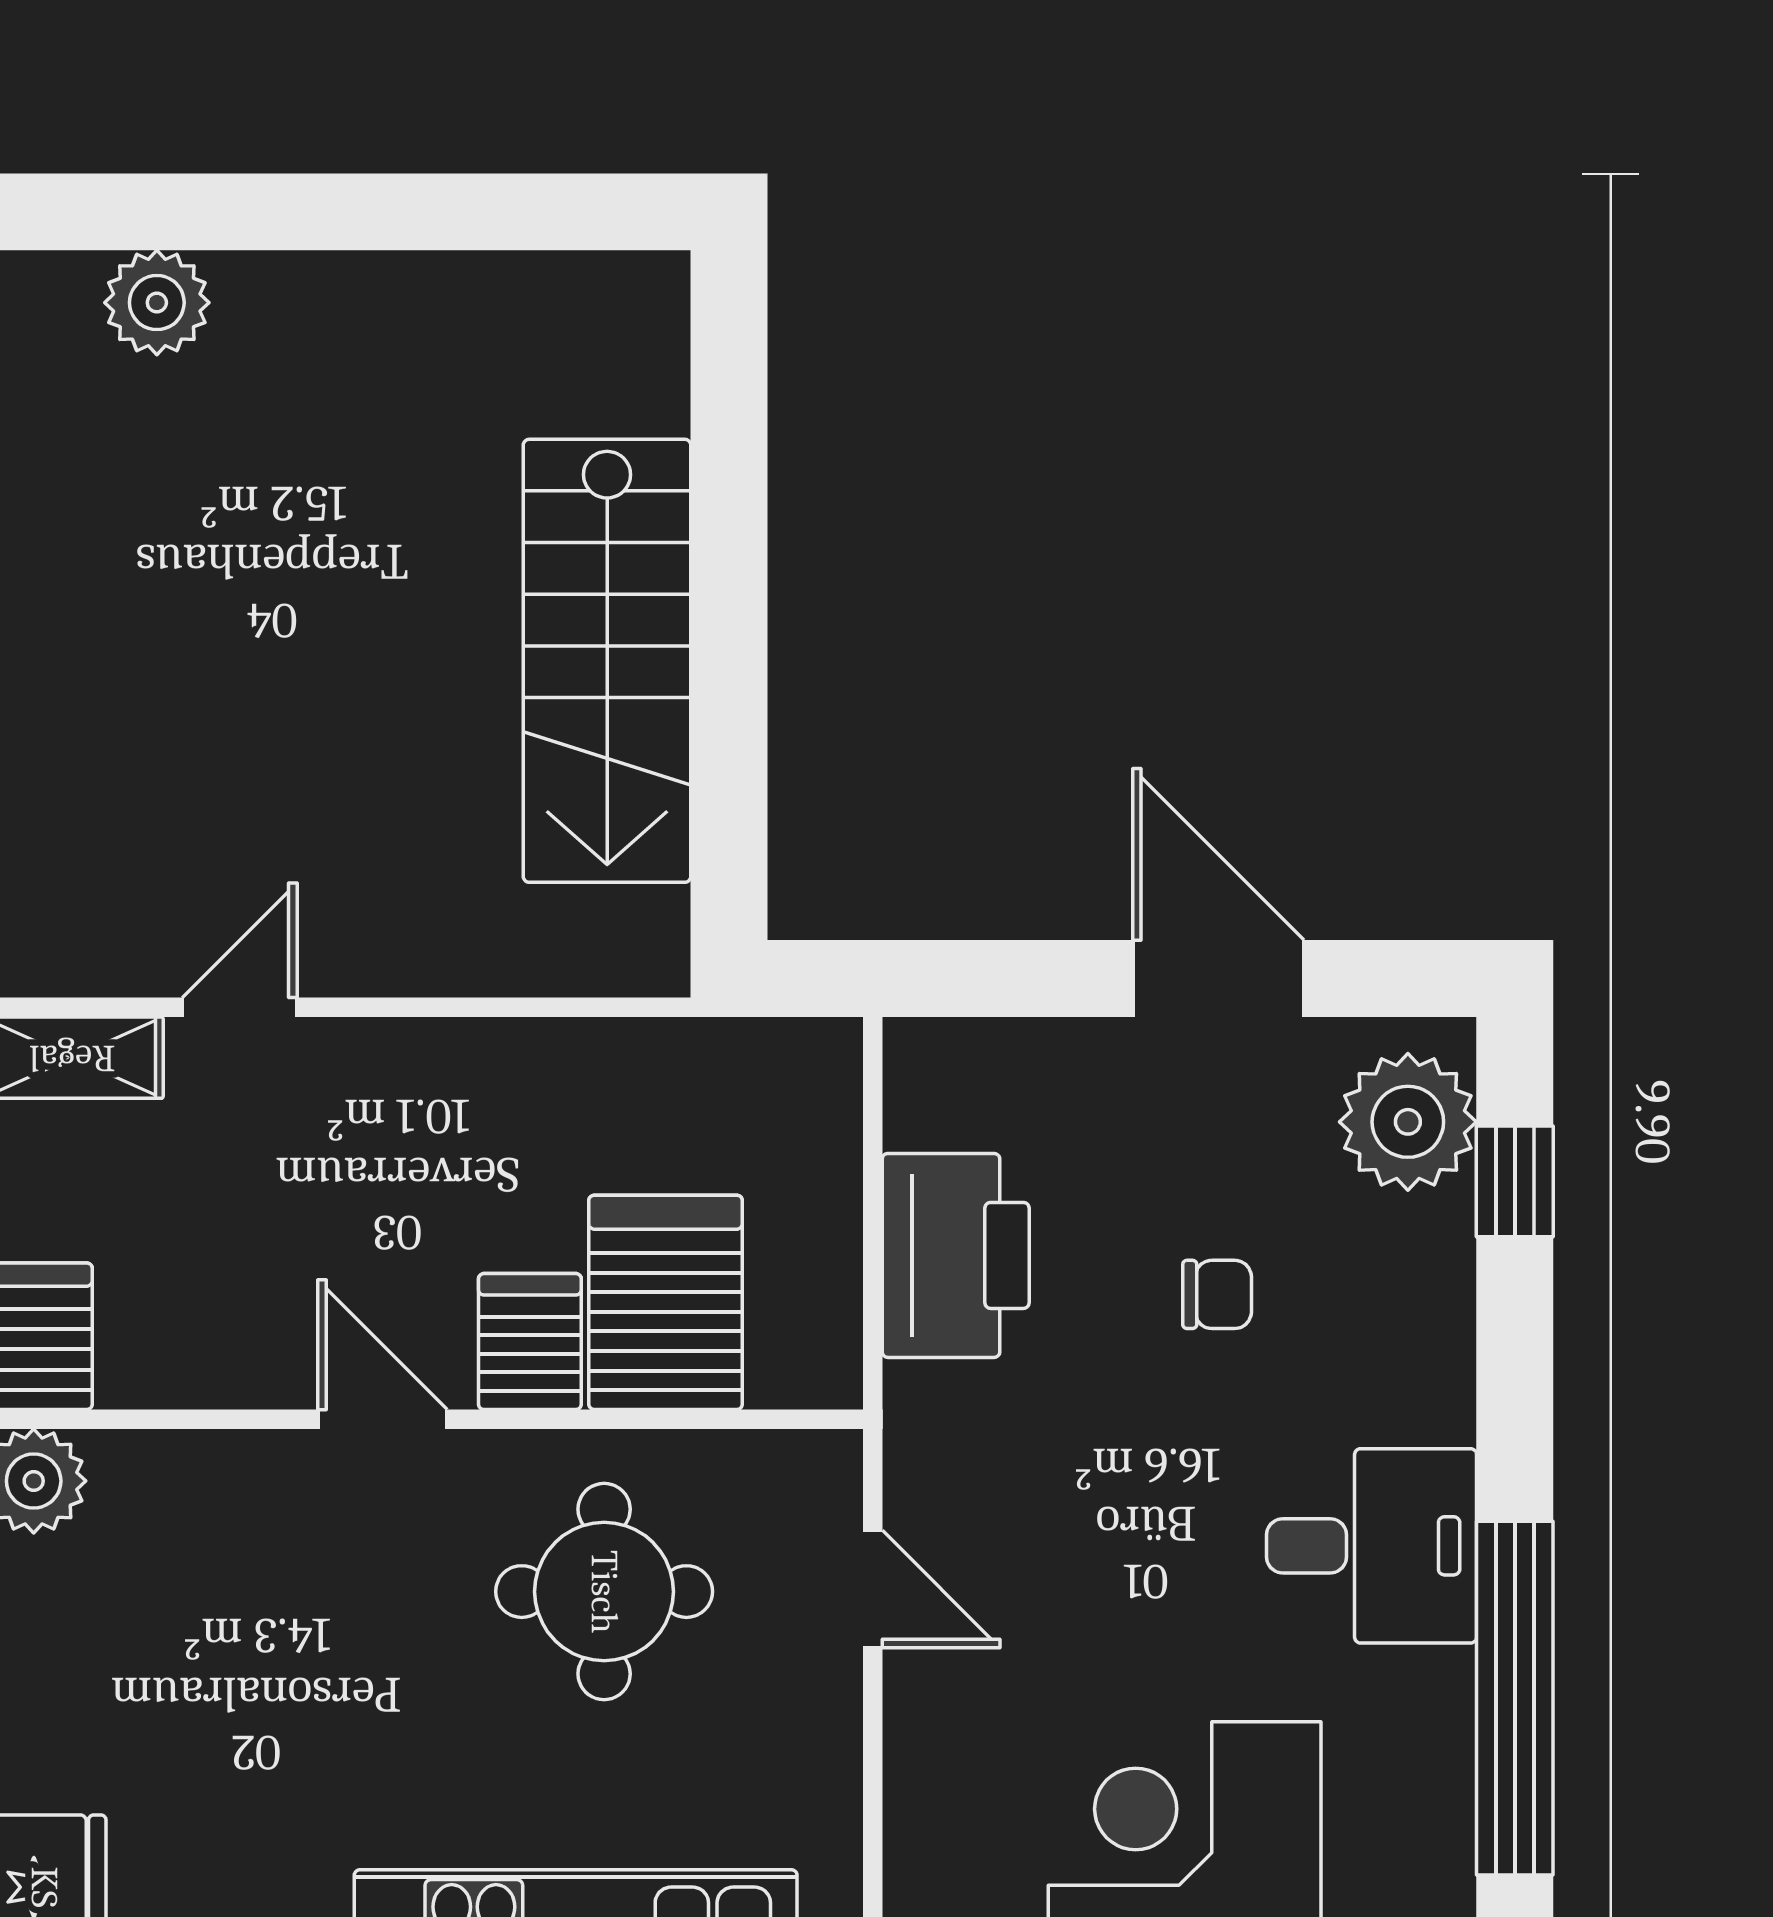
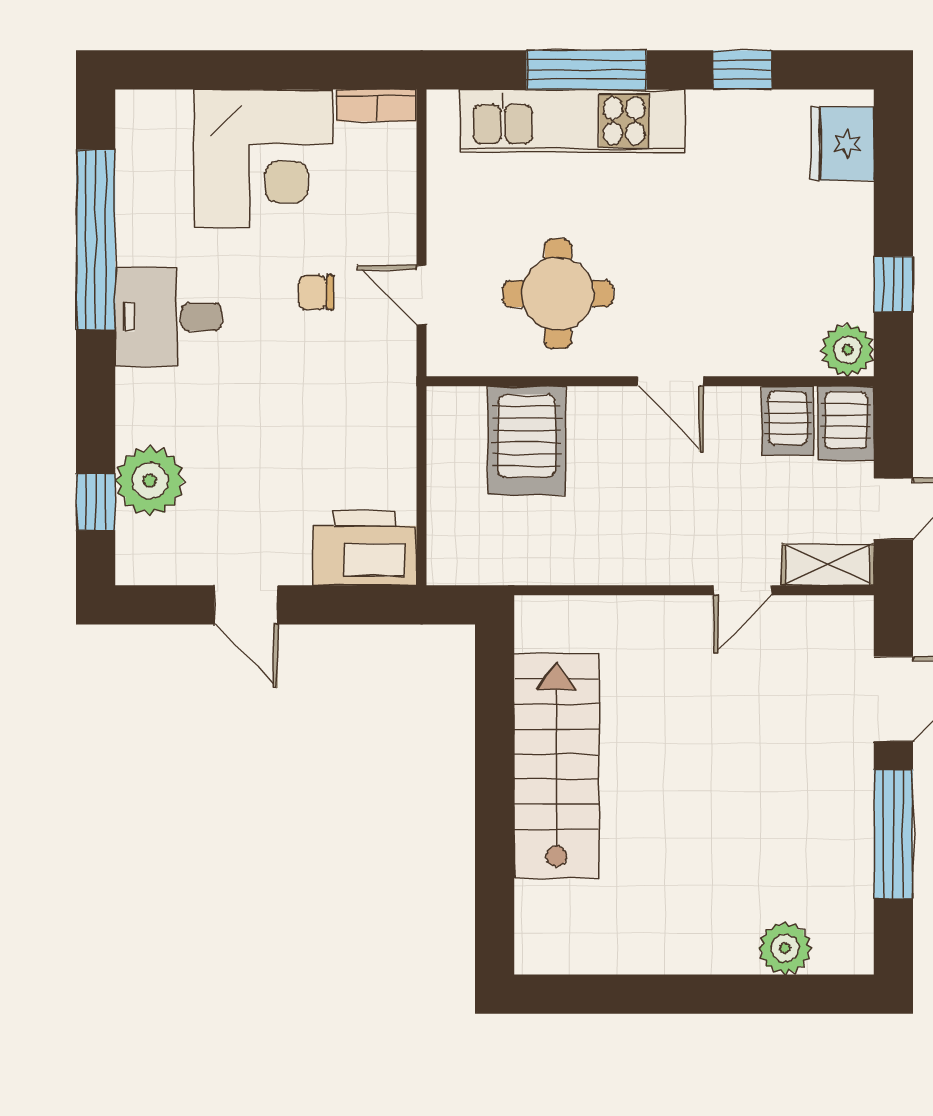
door: (1218, 978) -> (246, 605), width x0.73
plant: (1408, 1122) -> (150, 481), moved
printer: (956, 1255) -> (365, 548), moved, turned 90
chair: (1217, 1294) -> (316, 292), moved
server rack: (530, 1342) -> (788, 421), moved

